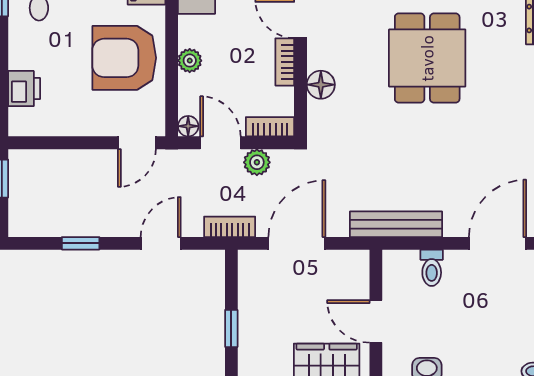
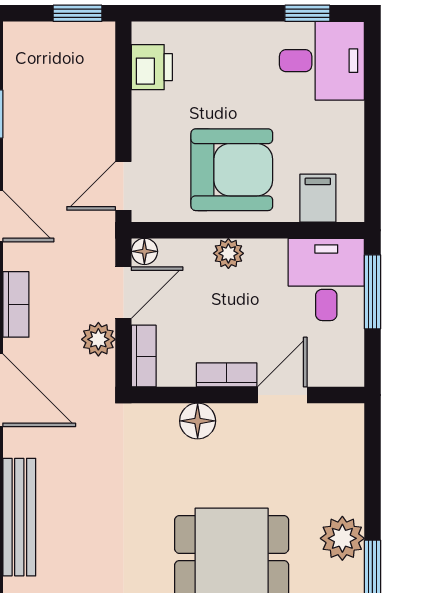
armchair: (124, 58) -> (232, 170), turned 90
printer: (24, 89) -> (152, 67), moved, turned -90
door: (137, 143) -> (123, 186), hinge flipped

